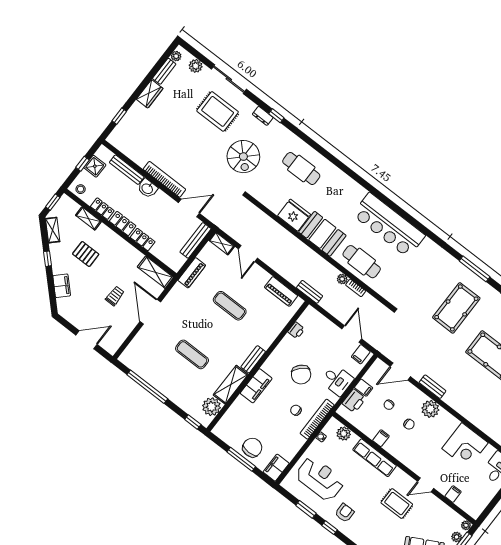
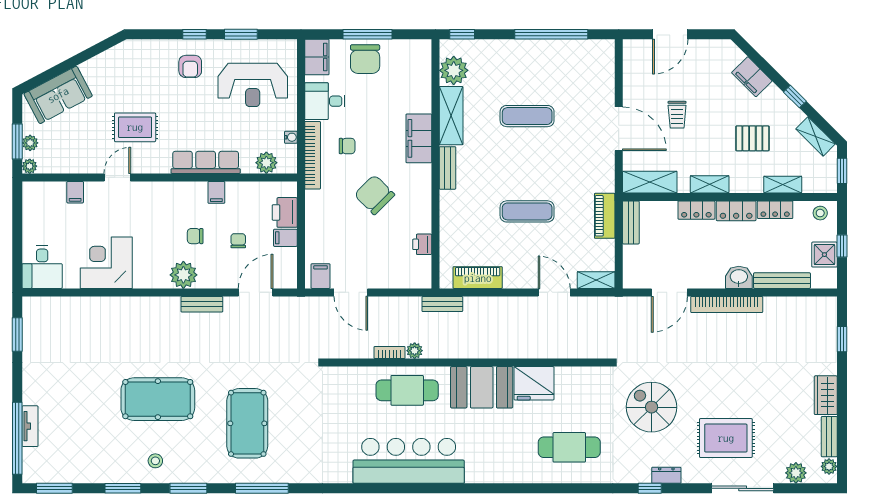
bench: (195, 240) -> (631, 222), moved, width x0.73
shelving: (126, 247) -> (710, 184), added
desk: (337, 380) -> (325, 101), moved

